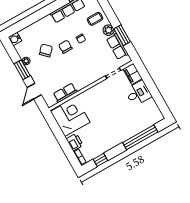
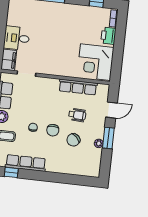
water cooler: (15, 39) -> (94, 171), removed
wheelchair: (56, 70) -> (77, 115), added
row of seats: (65, 93) -> (78, 87), width x1.48

